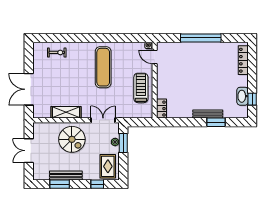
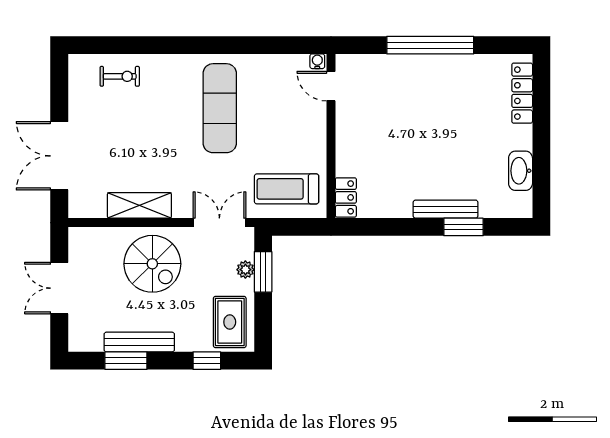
treadmill: (141, 88) -> (287, 189), moved, turned -90
window: (252, 99) -> (541, 177), removed

